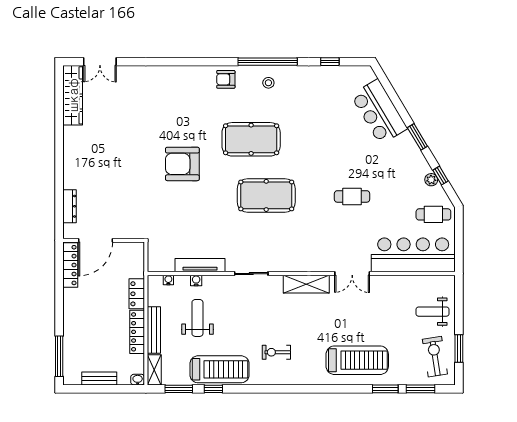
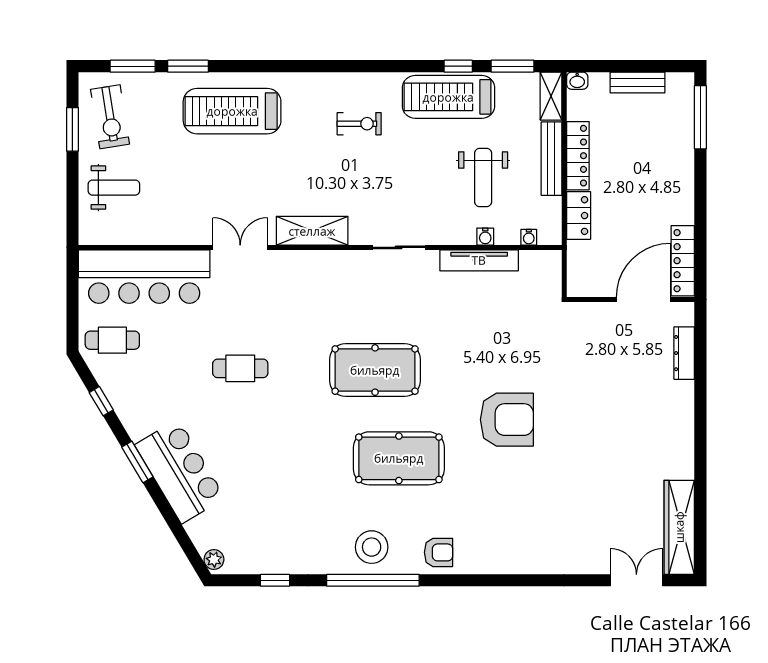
stool: (268, 83) -> (372, 547), width x1.89, depth x1.89
bar counter: (379, 112) -> (180, 471), moved
plant: (431, 180) -> (214, 560), moved

